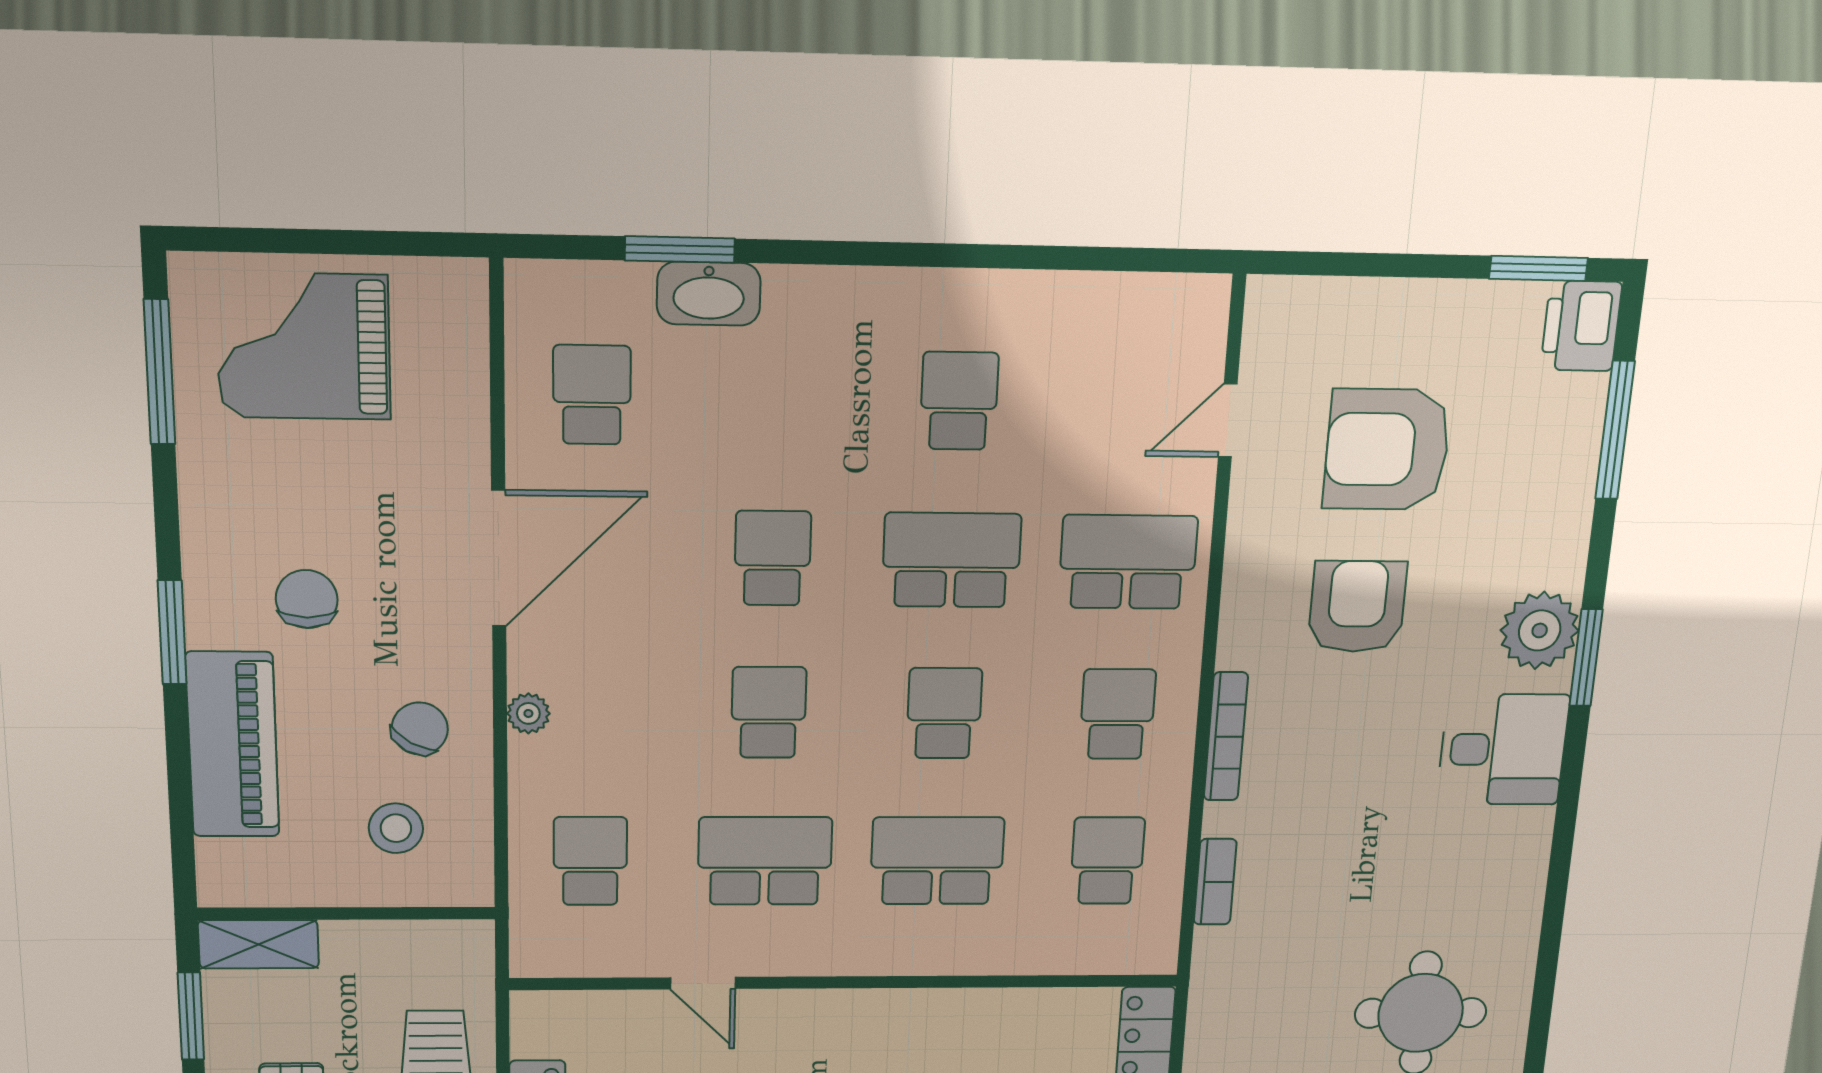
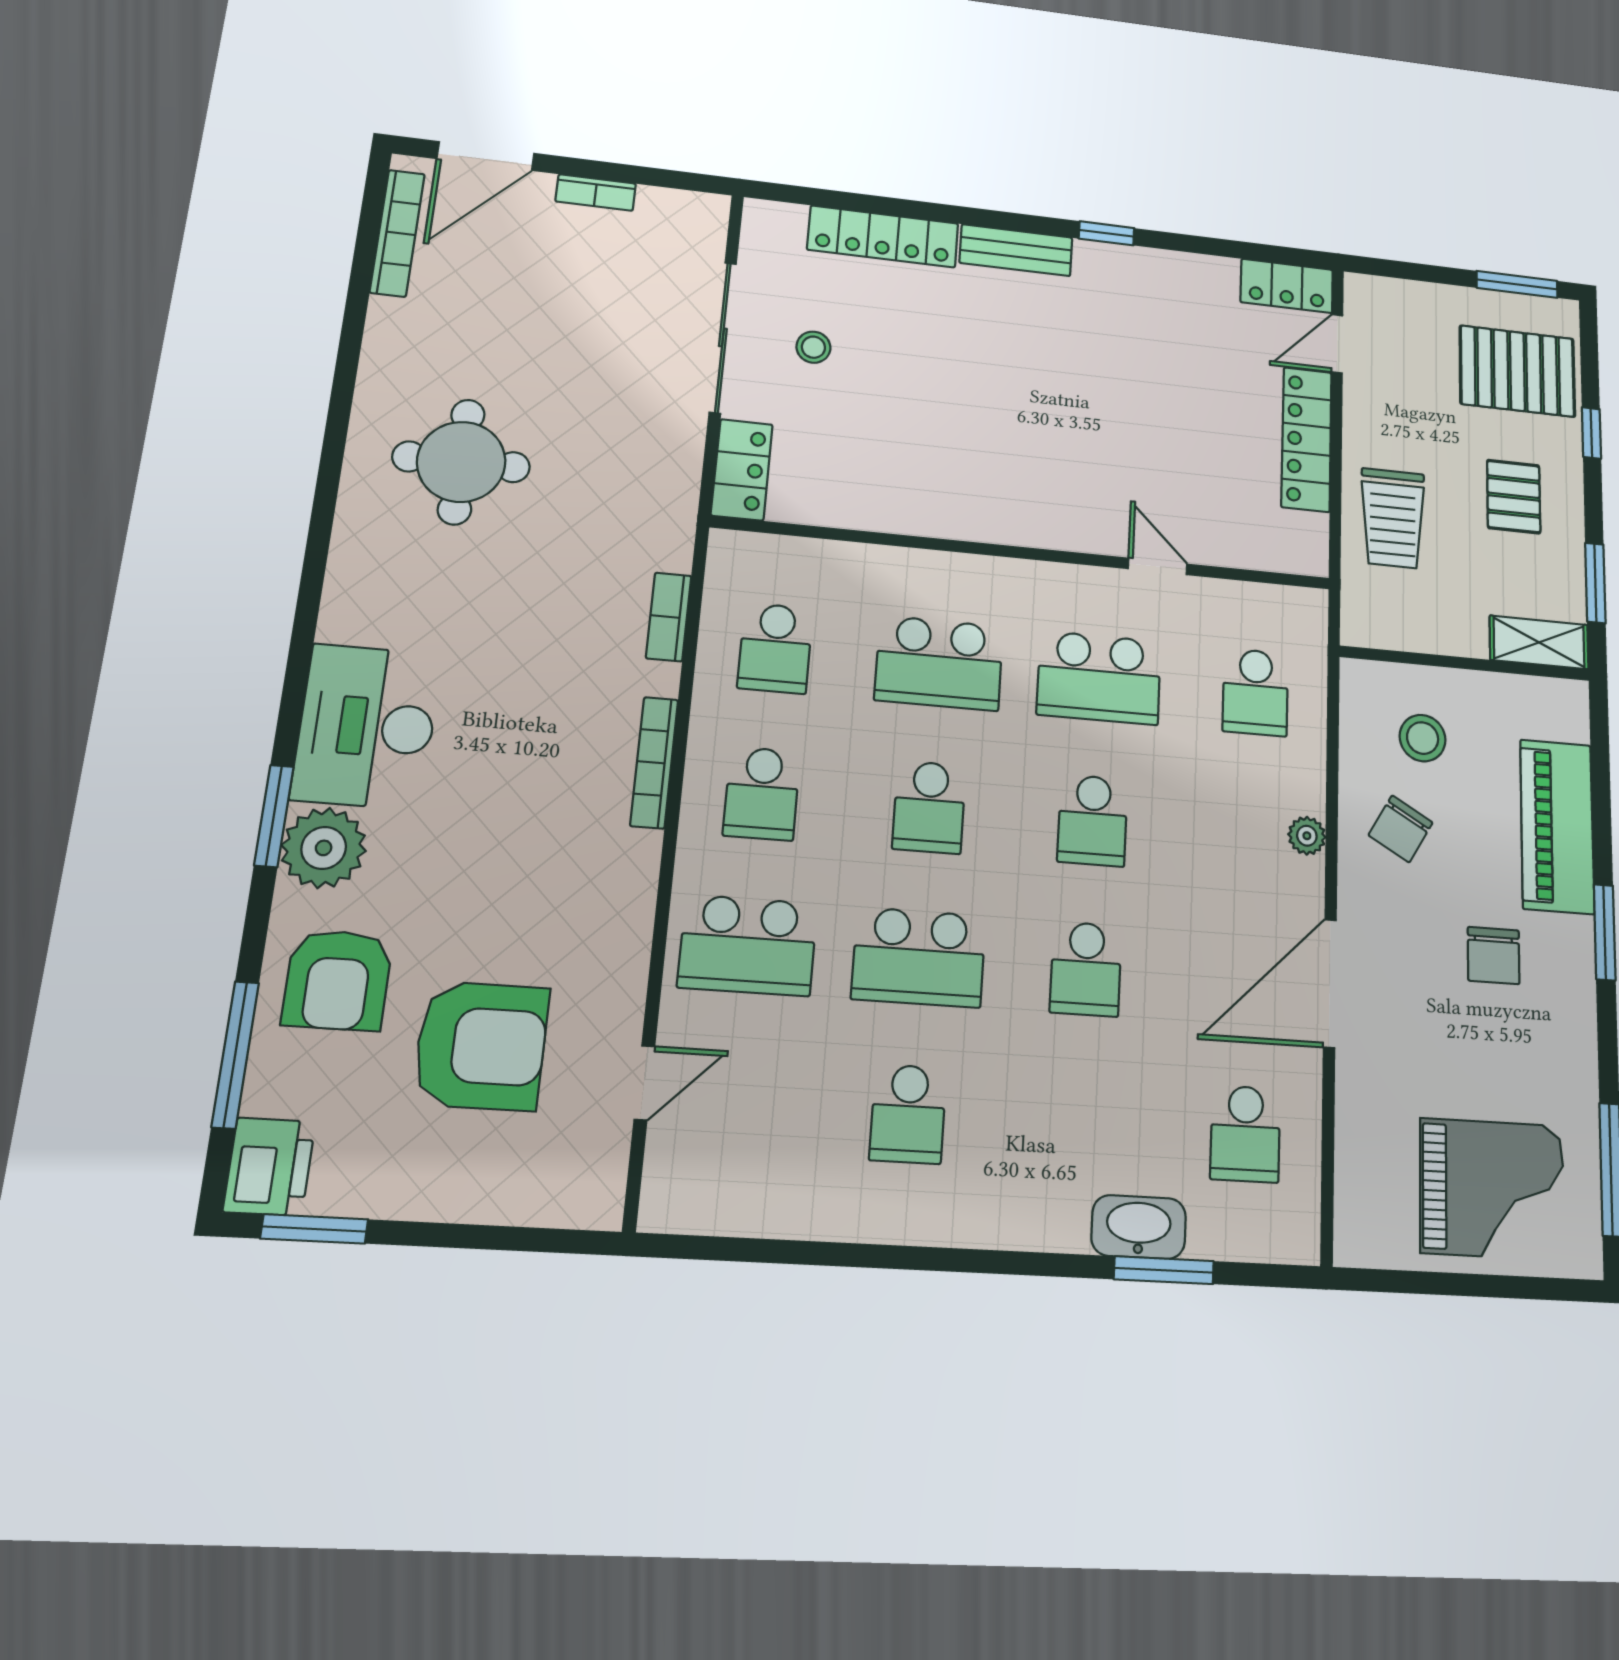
armchair: (1357, 607) -> (337, 980), moved
desk: (1503, 749) -> (367, 726), width x1.37

